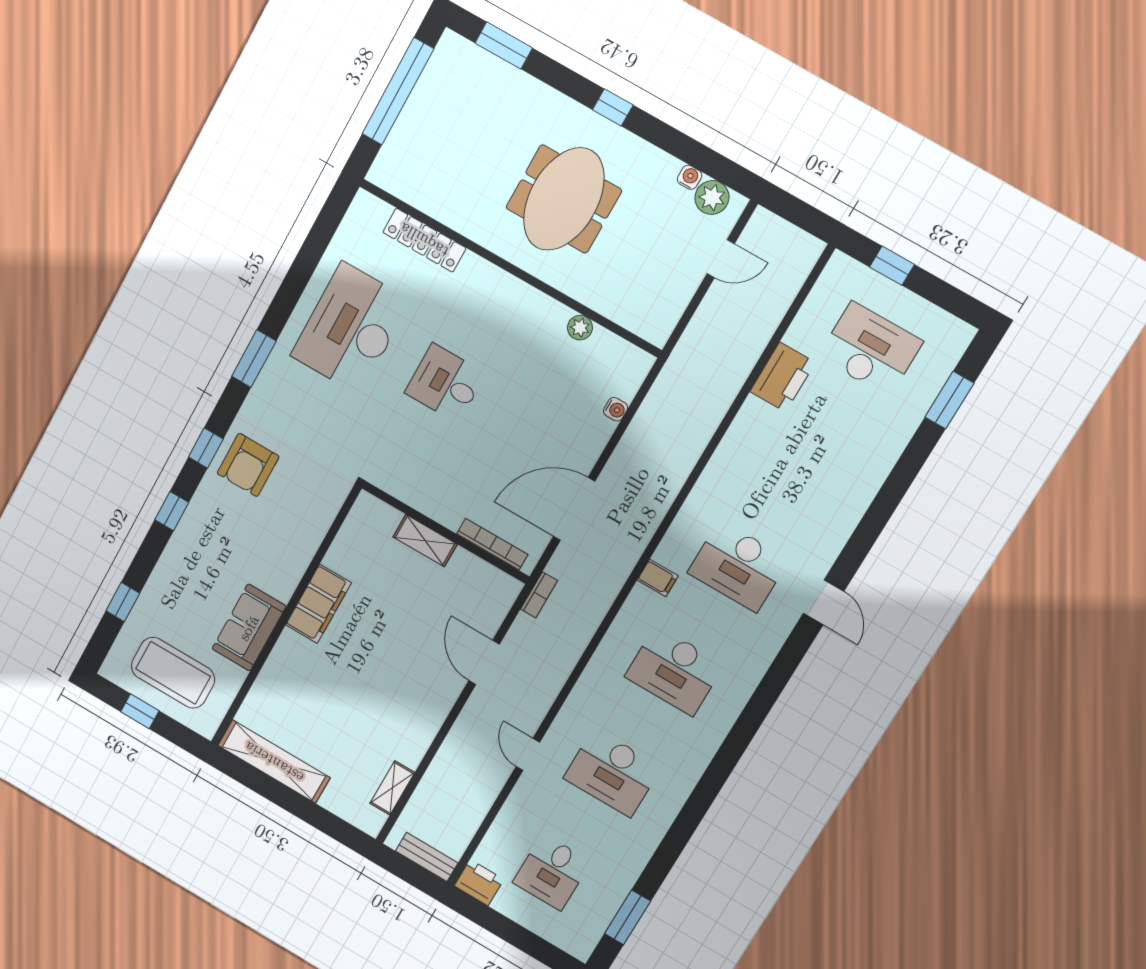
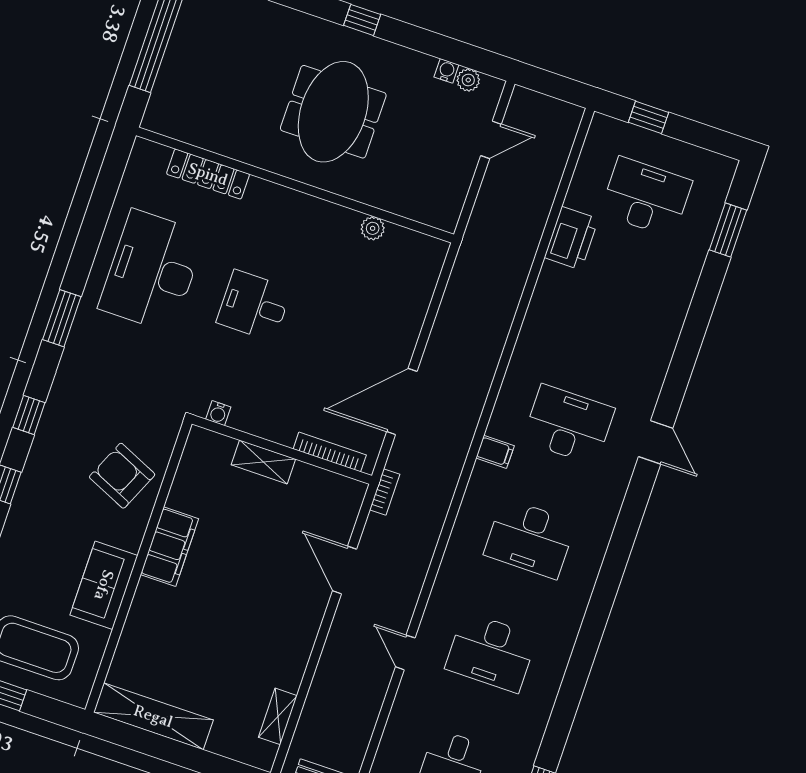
plant: (712, 197) -> (468, 80), width x0.73, depth x0.73
water cooler: (616, 409) -> (218, 413), moved, turned 90
armchair: (248, 465) -> (122, 476), moved, turned 114
desk: (738, 566) -> (569, 425), turned 180

